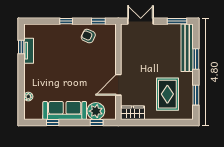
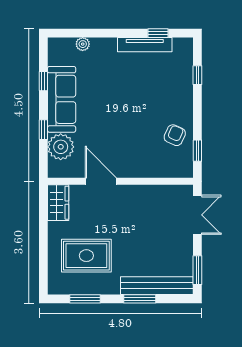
window: (66, 21) -> (197, 75), moved
tv unit: (29, 51) -> (145, 45), width x1.41
window: (97, 122) -> (43, 130), moved

